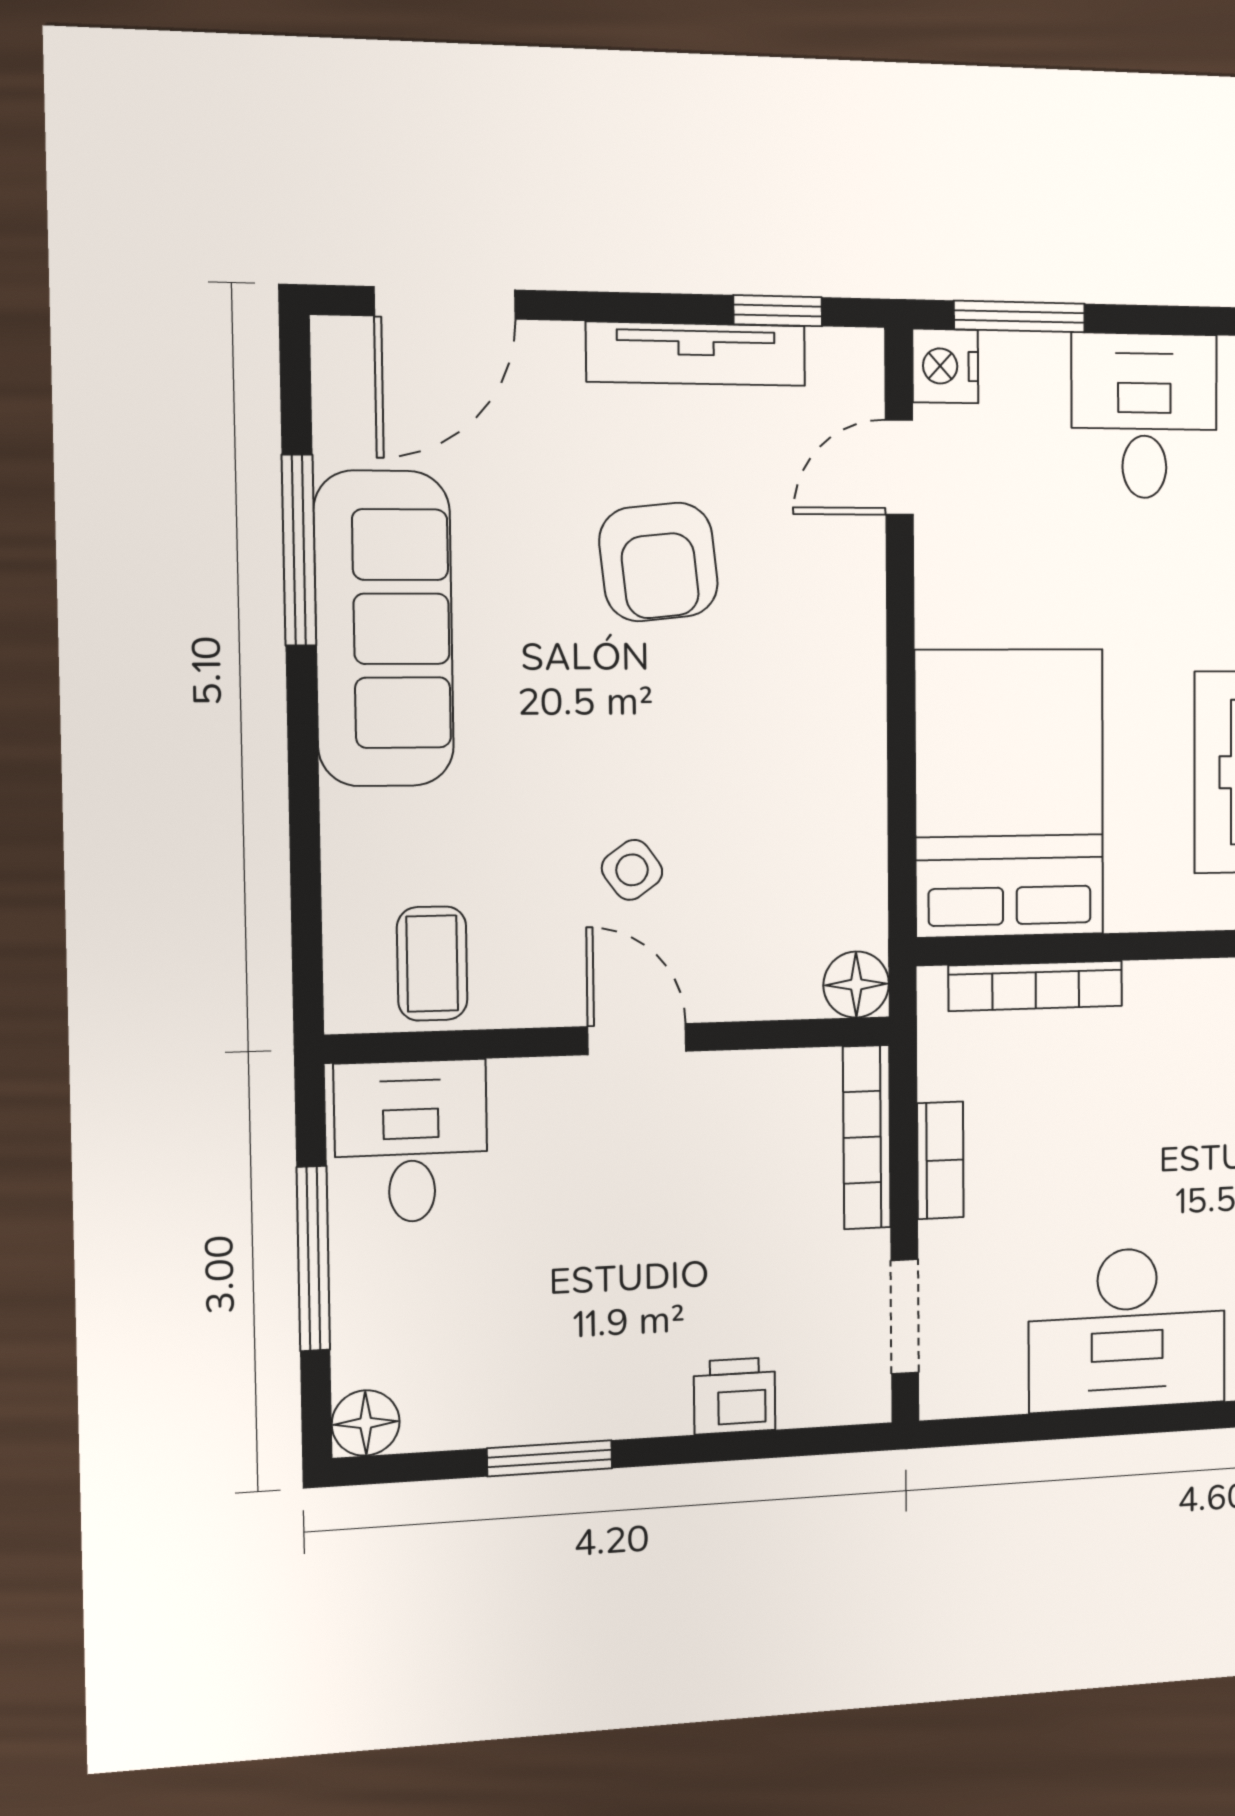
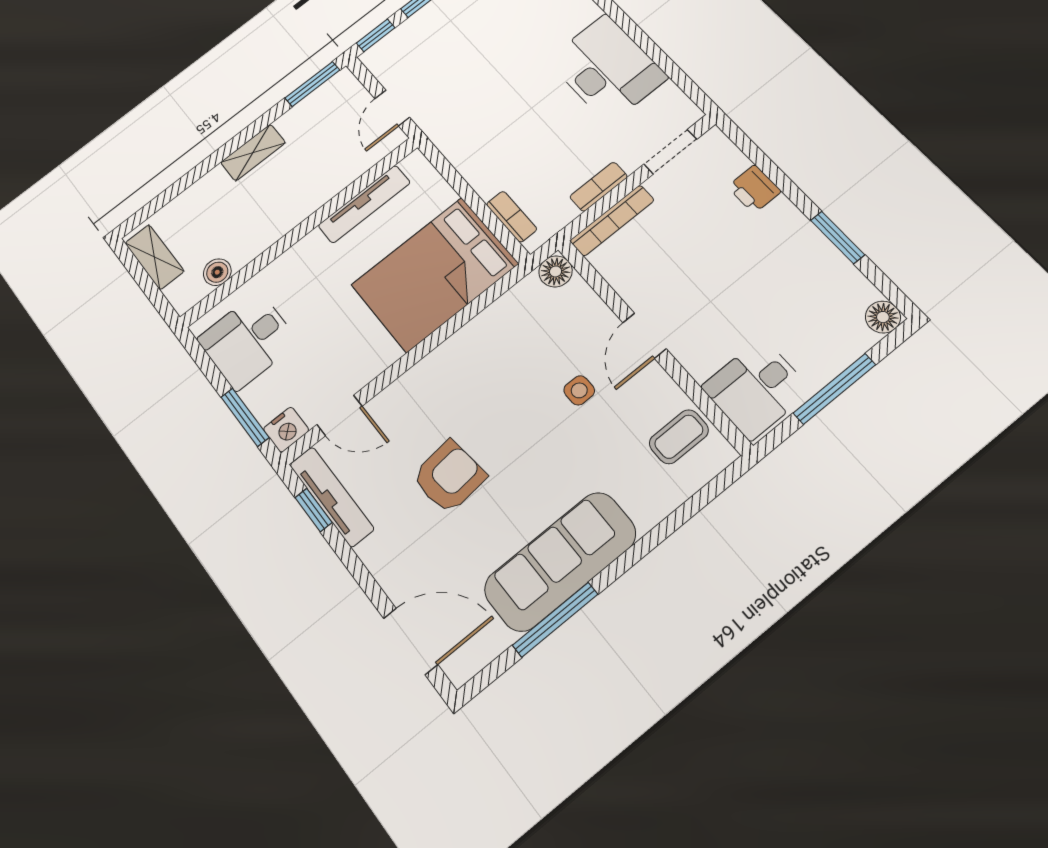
tv unit: (696, 354) -> (332, 497), moved
side table: (632, 870) -> (579, 390), turned 36
bookcase: (1036, 986) -> (512, 217), width x0.64

